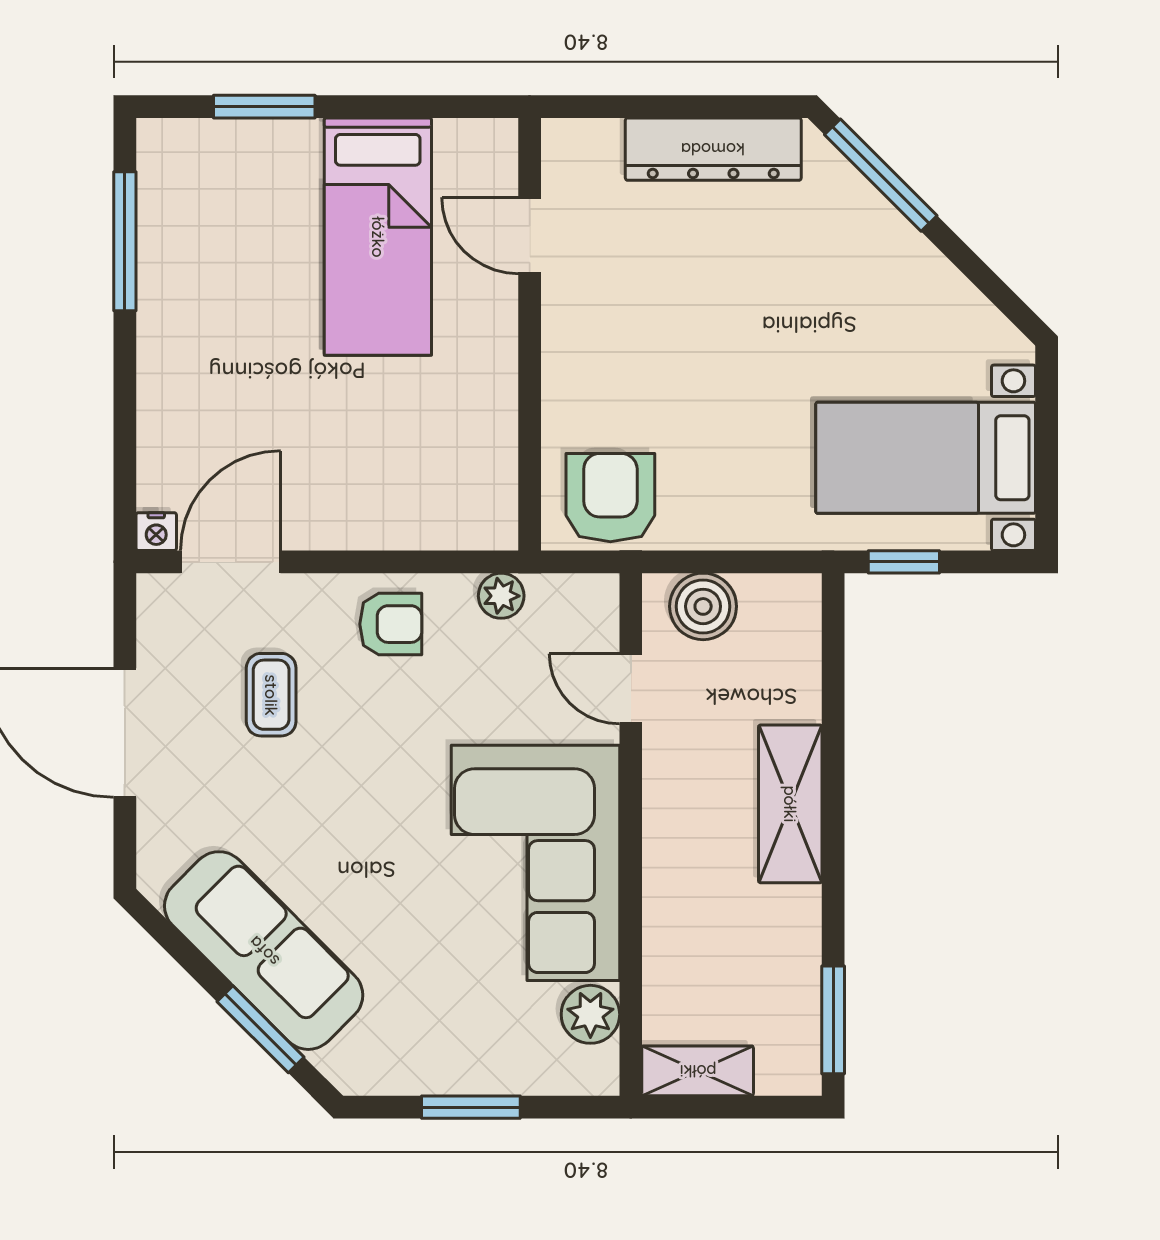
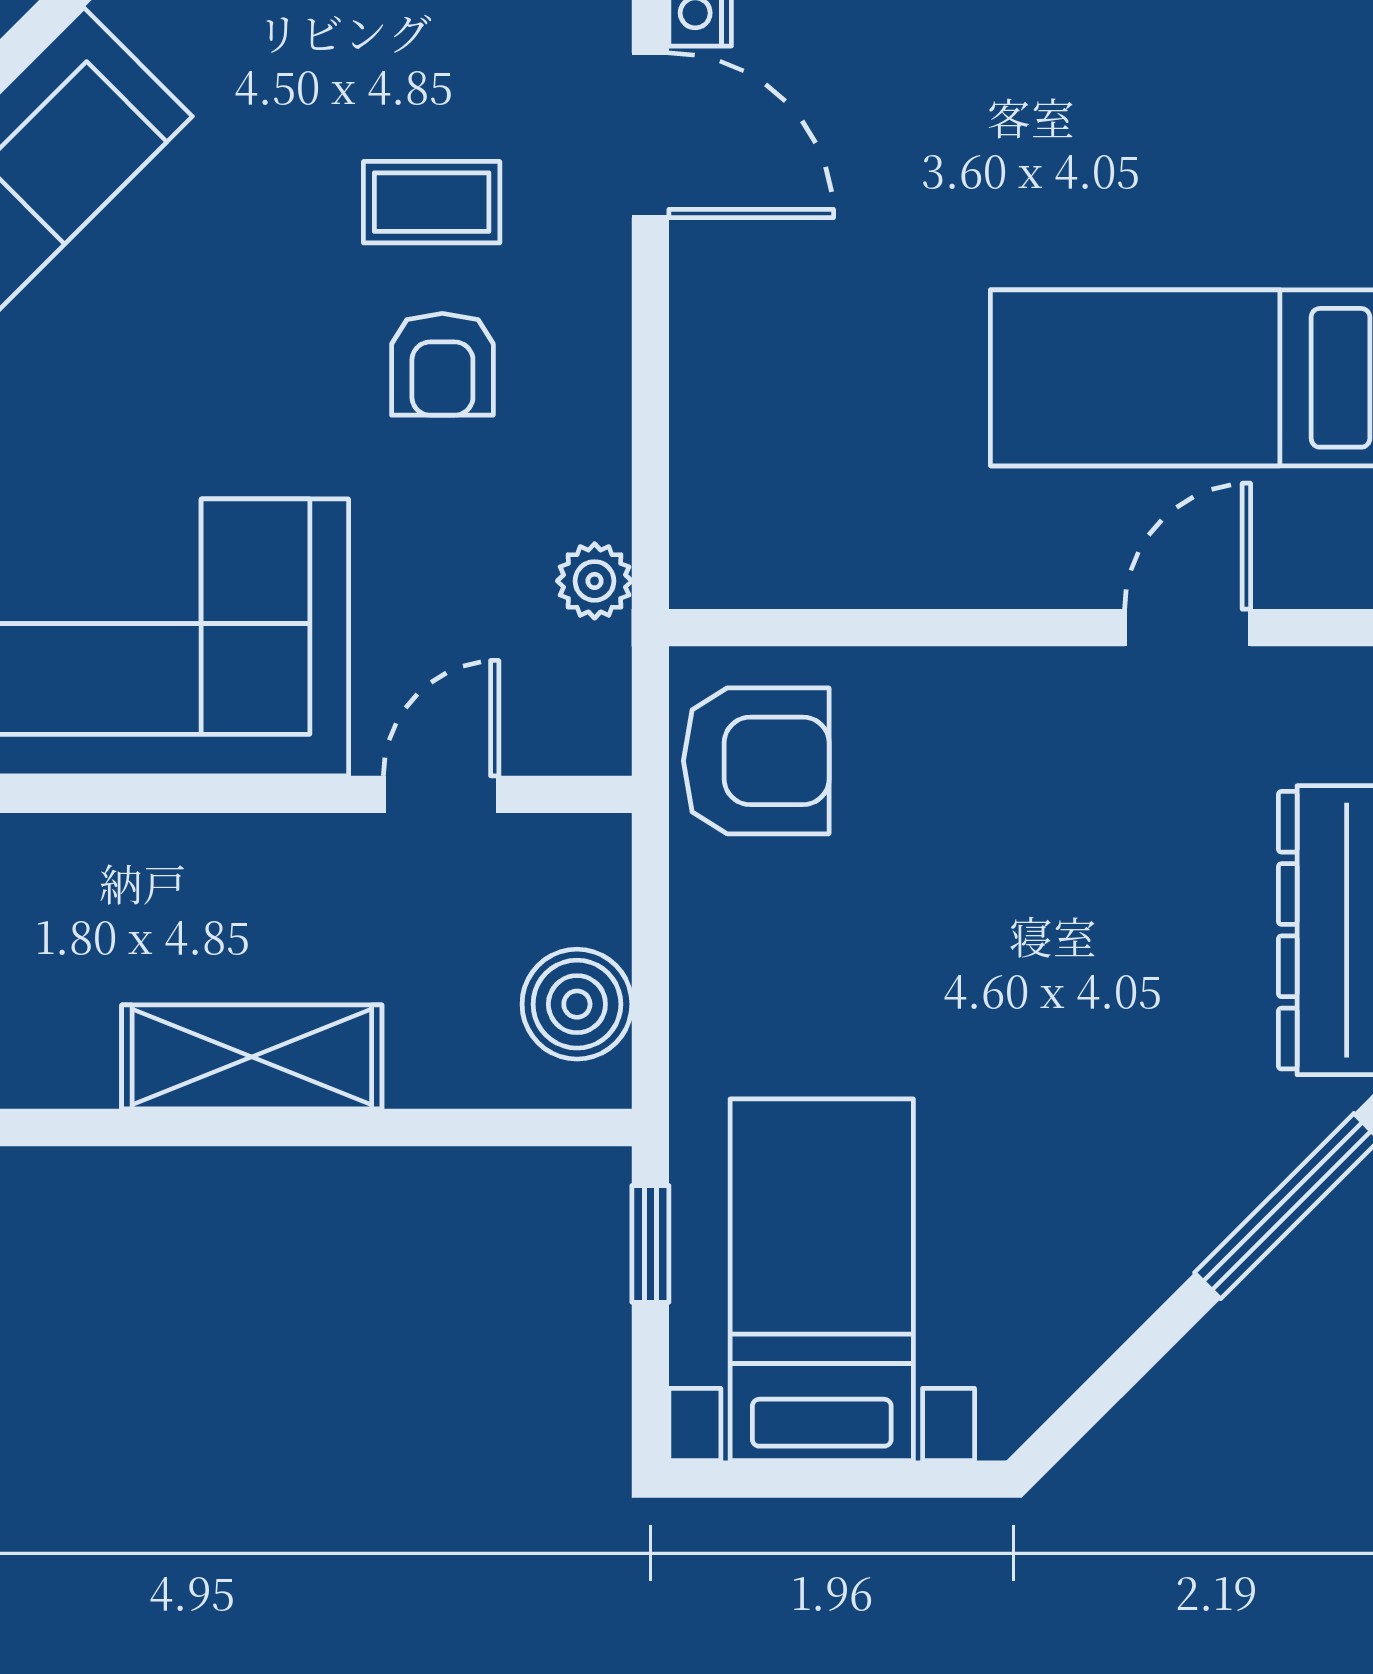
boiler: (703, 606) -> (577, 1004), moved
armchair: (391, 624) -> (442, 364), moved

